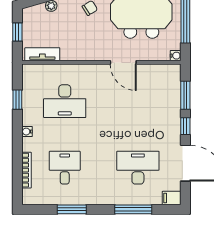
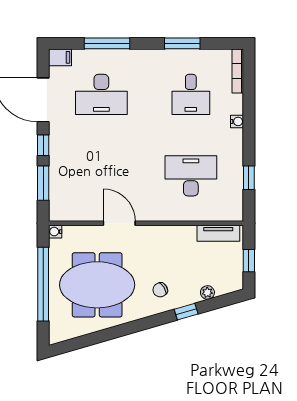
water cooler: (27, 132) -> (237, 121), moved
bookcase: (26, 170) -> (238, 71), moved

